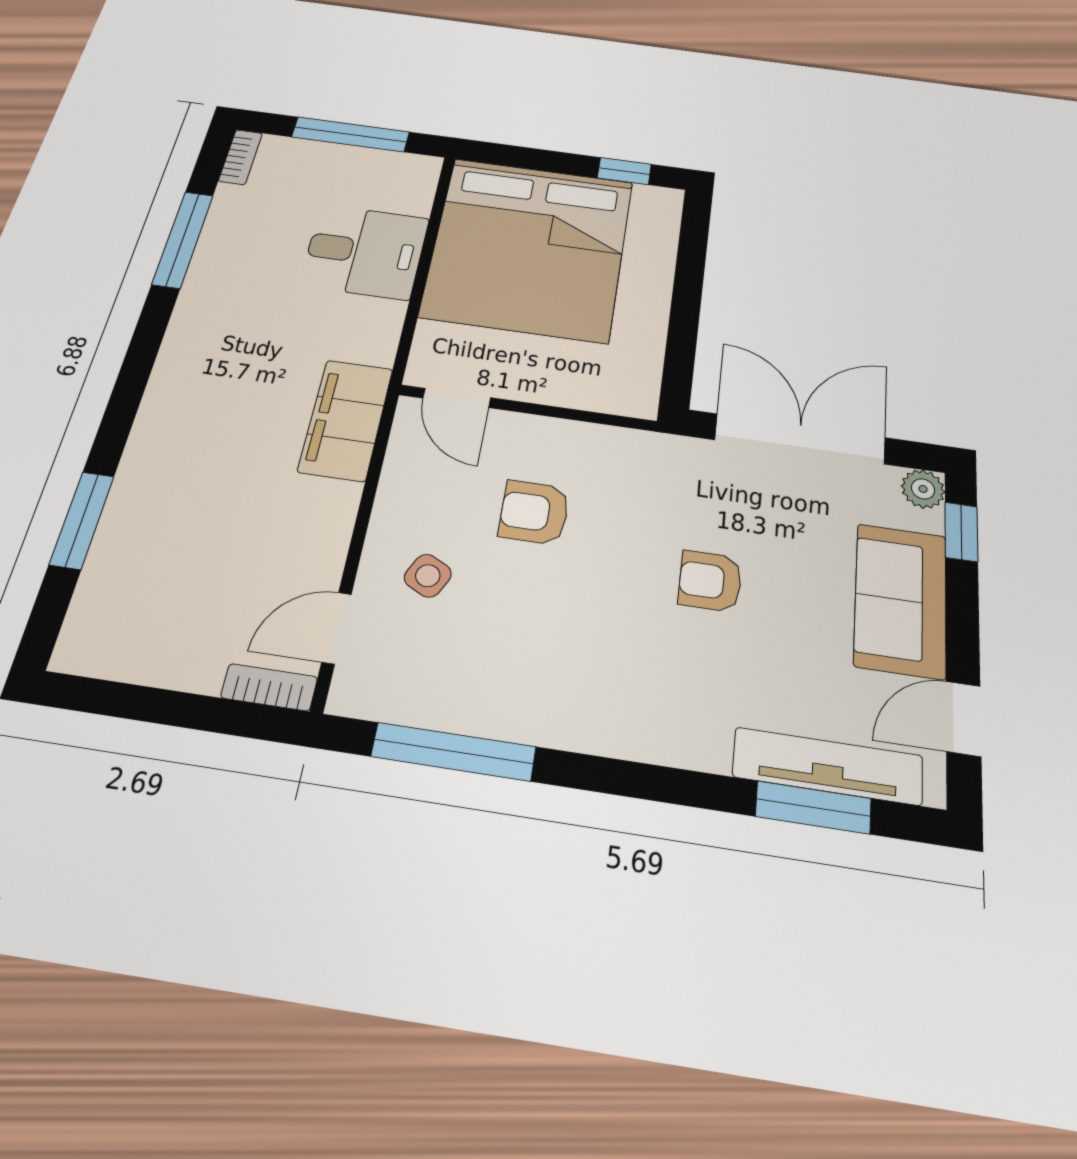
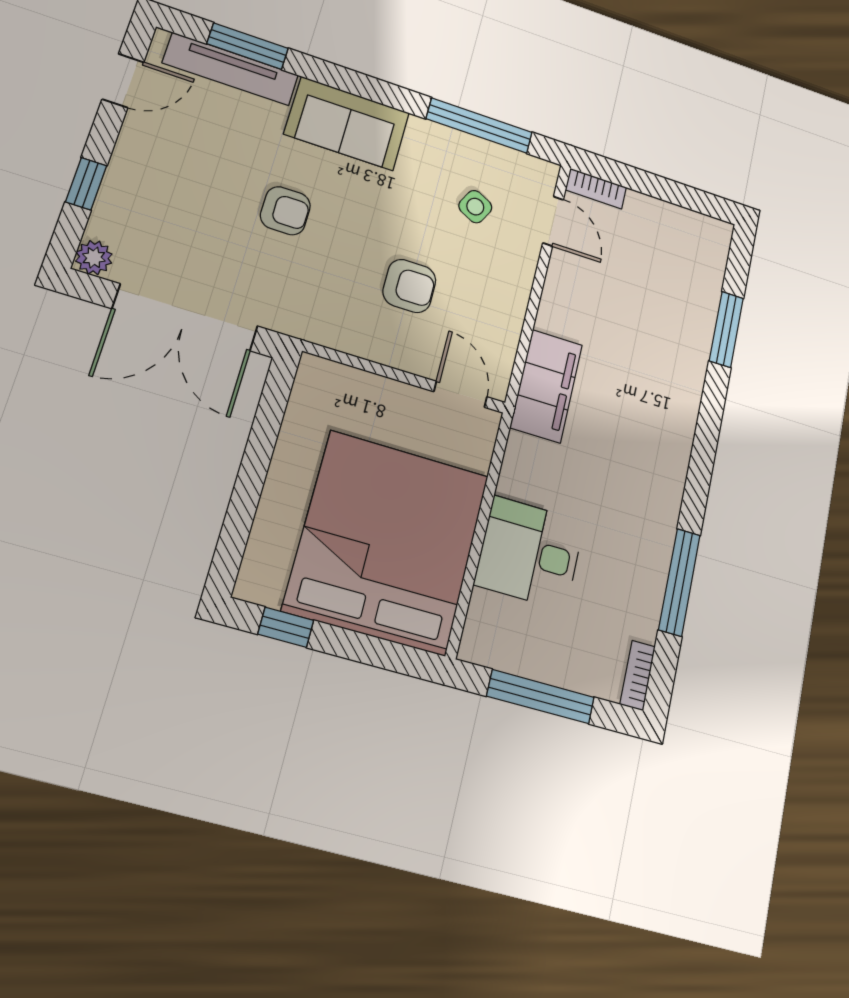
window: (961, 532) -> (86, 184), moved
side table: (428, 576) -> (475, 207), moved
sofa: (901, 600) -> (347, 123), moved, turned 90
door: (337, 628) -> (553, 221), hinge flipped

